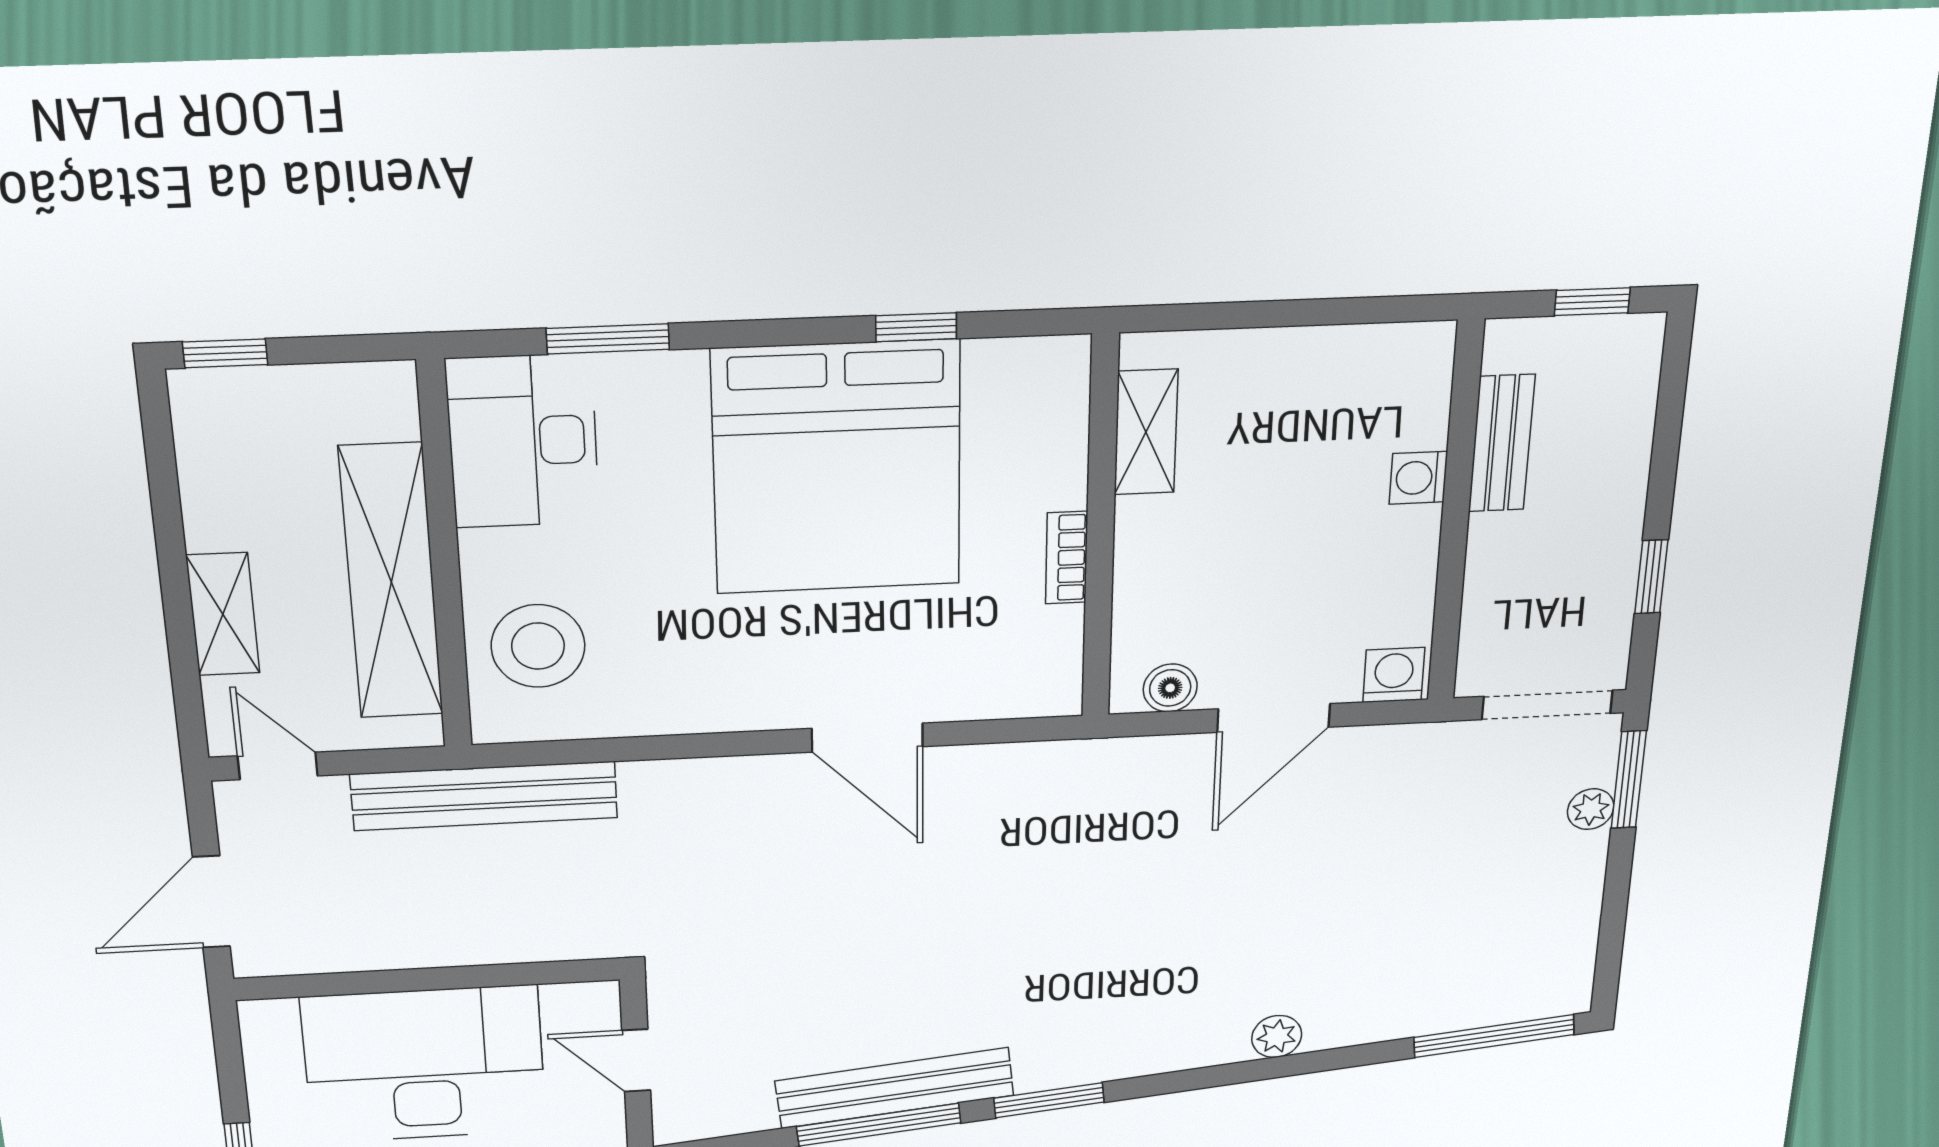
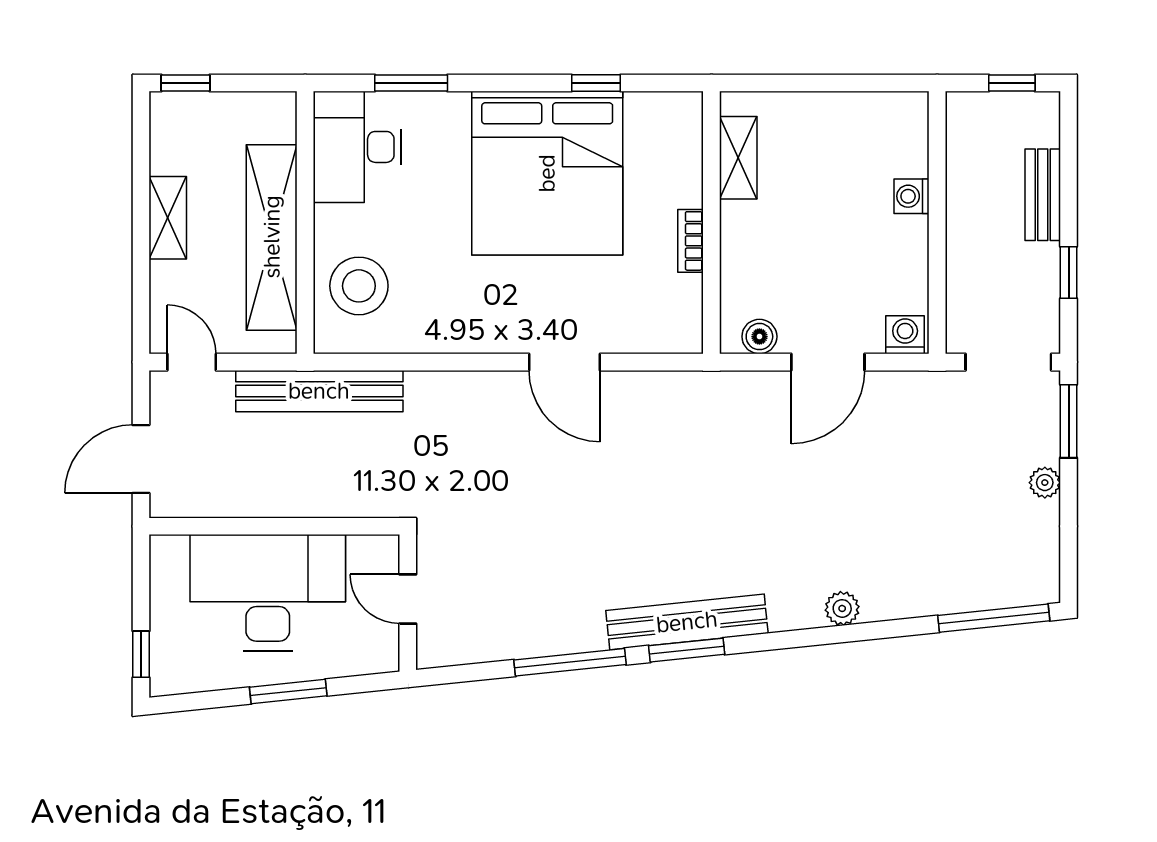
bench: (1502, 443) -> (1043, 195), moved
shelving: (223, 614) -> (168, 218), moved
plant: (1591, 809) -> (1045, 483), moved
bench: (895, 1088) -> (687, 622), moved

